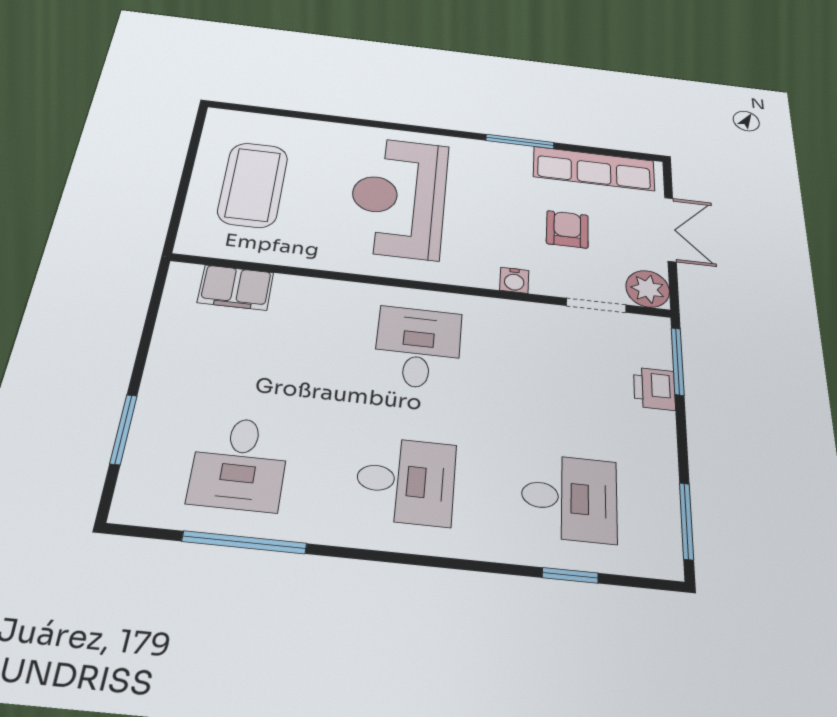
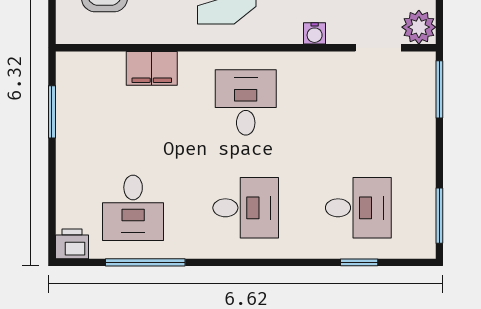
filing cabinet: (236, 288) -> (152, 68), moved
printer: (654, 389) -> (72, 244), moved, turned 90
window: (124, 429) -> (52, 112), moved

